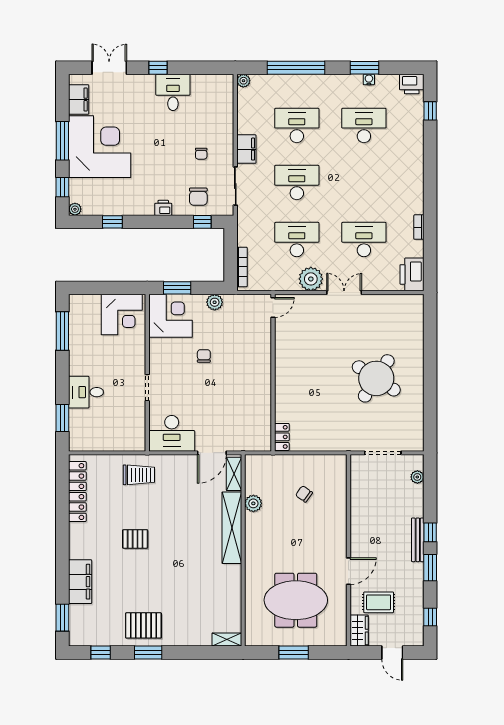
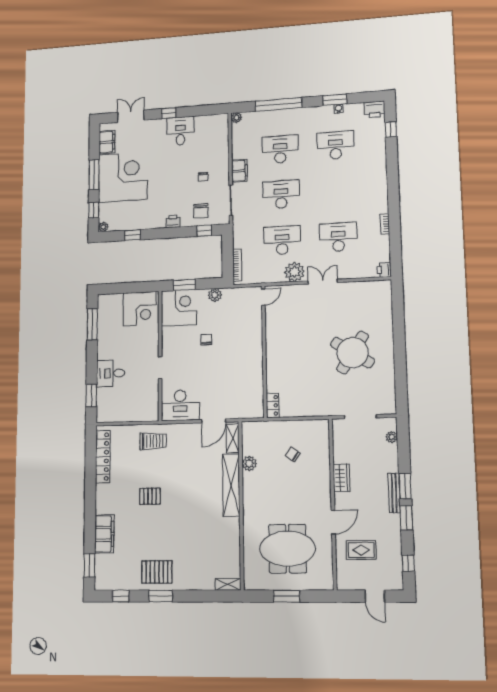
printer: (412, 274) -> (384, 270), width x0.53, depth x0.68
window: (430, 532) -> (405, 486), width x1.50
wardrobe: (359, 631) -> (341, 478), moved

